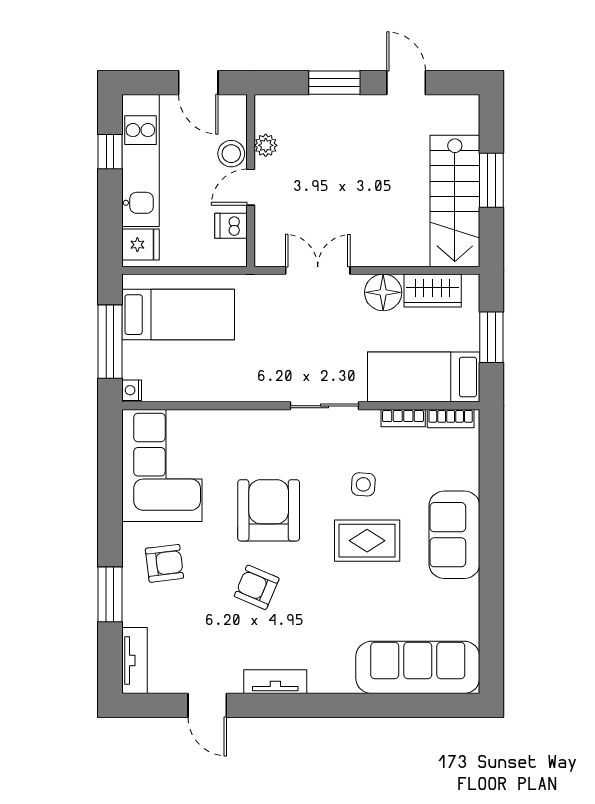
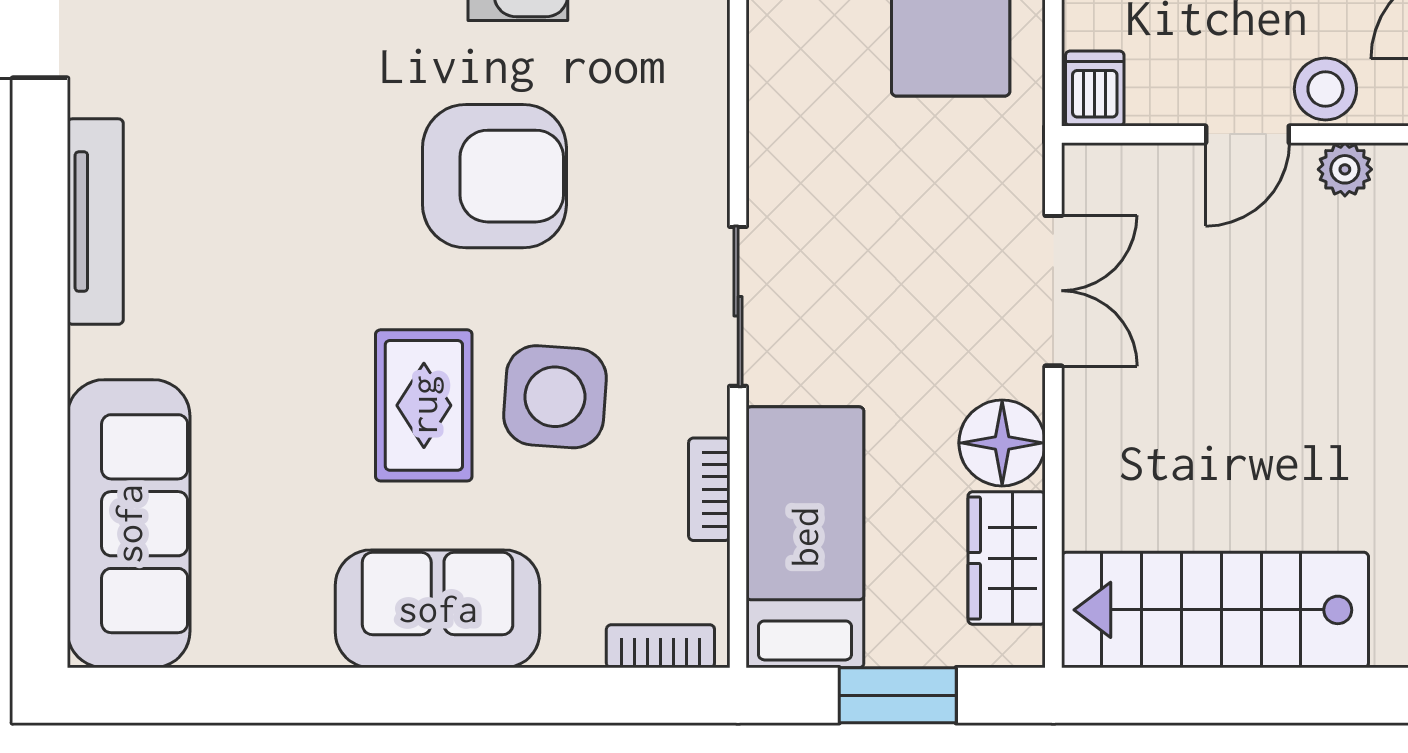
window: (491, 180) -> (1263, 695), removed
door: (251, 187) -> (1247, 134), swing flipped
dishwasher: (231, 226) -> (1095, 88), moved
bookcase: (451, 419) -> (660, 646), moved, turned 90
side table: (363, 484) -> (555, 397), width x1.87, depth x1.87
armchair: (257, 587) -> (315, 148), removed
tv unit: (275, 682) -> (95, 222), width x1.41

